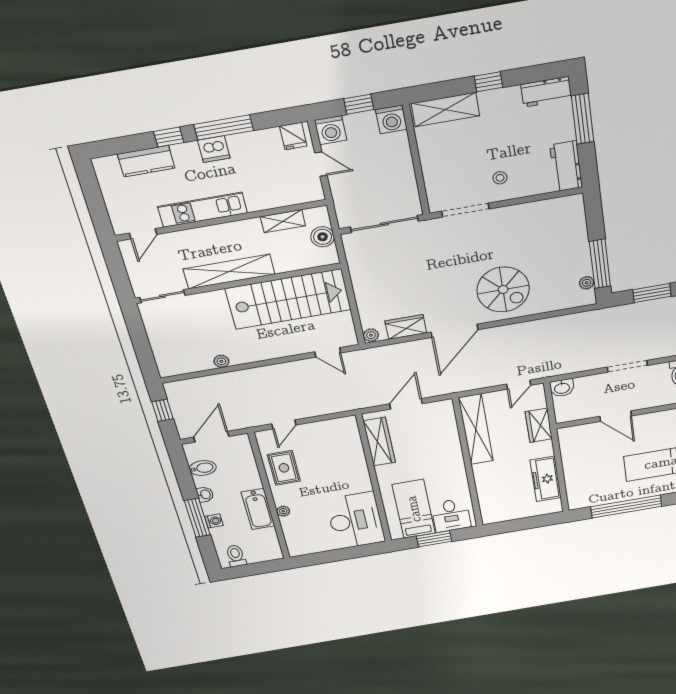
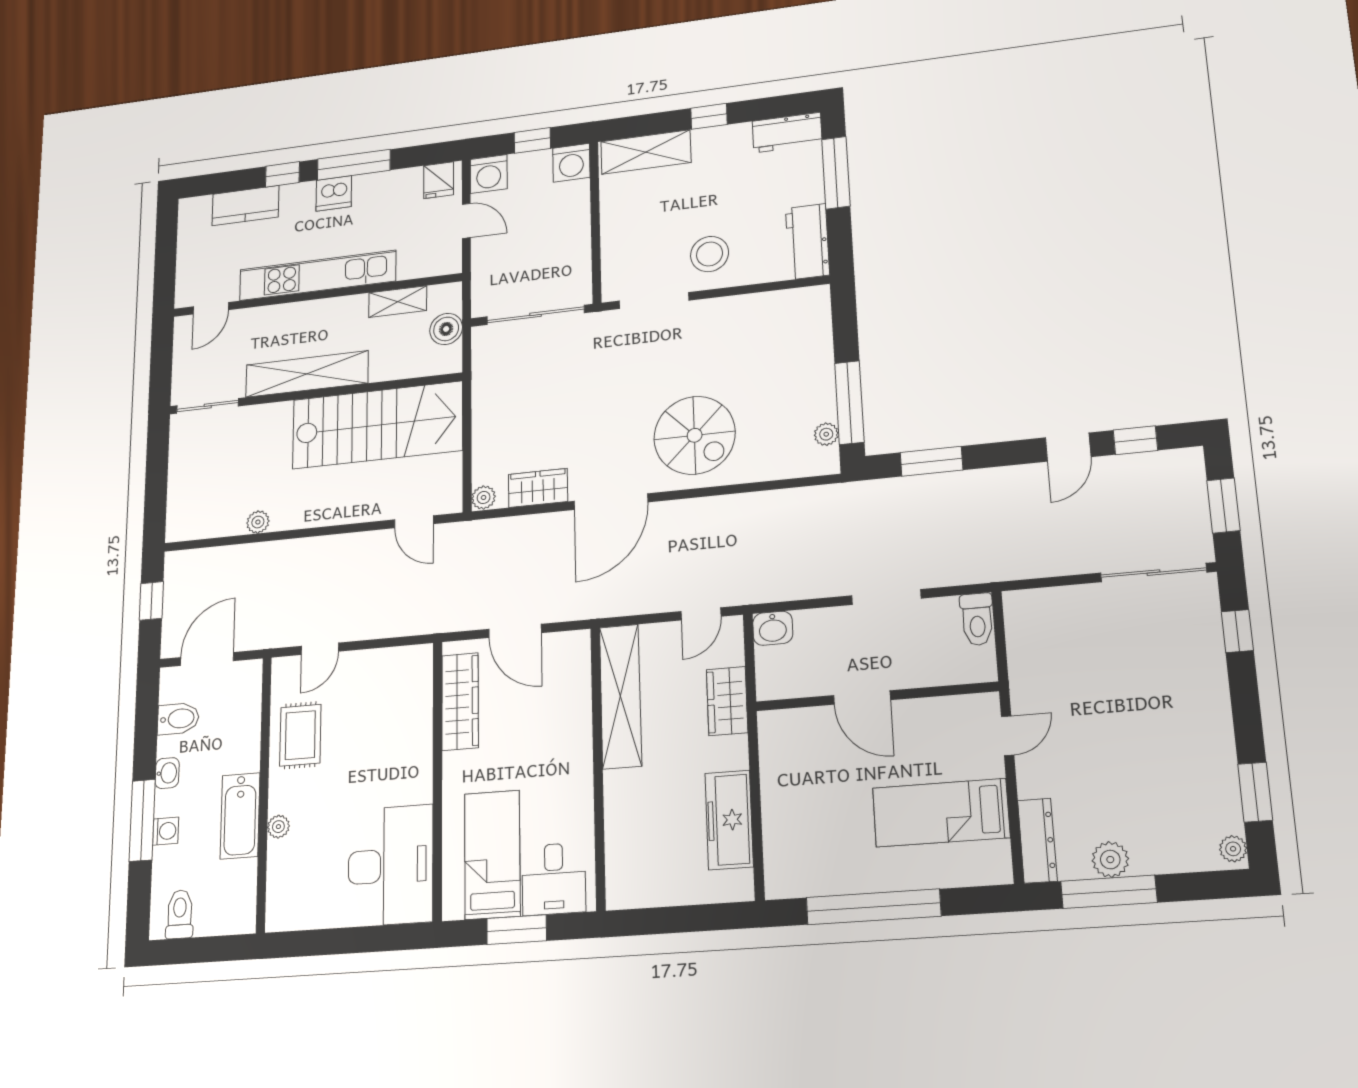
stool: (500, 178) -> (710, 254), width x1.89, depth x1.89
kitchen unit: (203, 210) -> (317, 275), width x1.36
door: (406, 404) -> (515, 631), swing flipped

